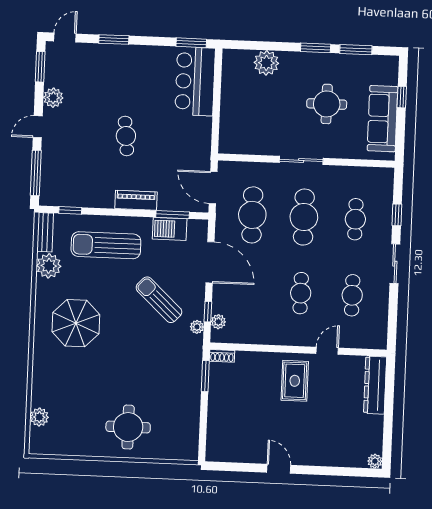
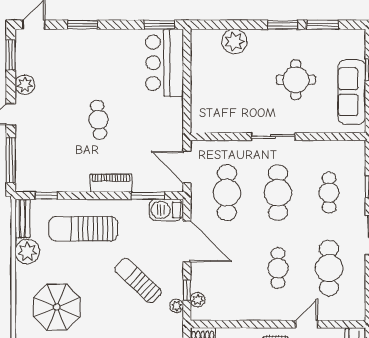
barbecue: (170, 229) -> (166, 210), moved
cafe table: (352, 295) -> (329, 268), width x1.37, depth x1.35

